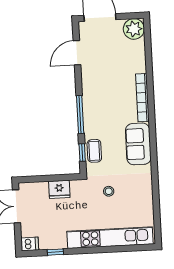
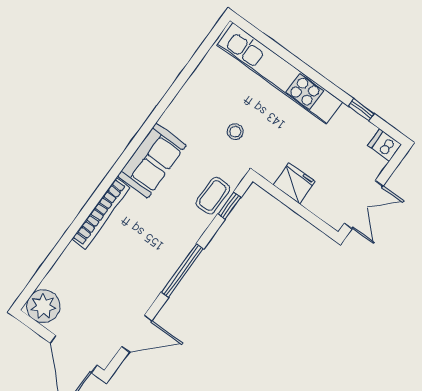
window: (80, 115) -> (182, 271), moved

